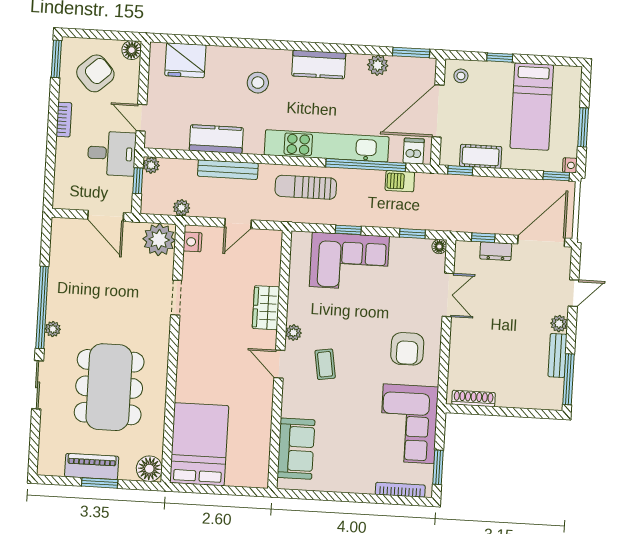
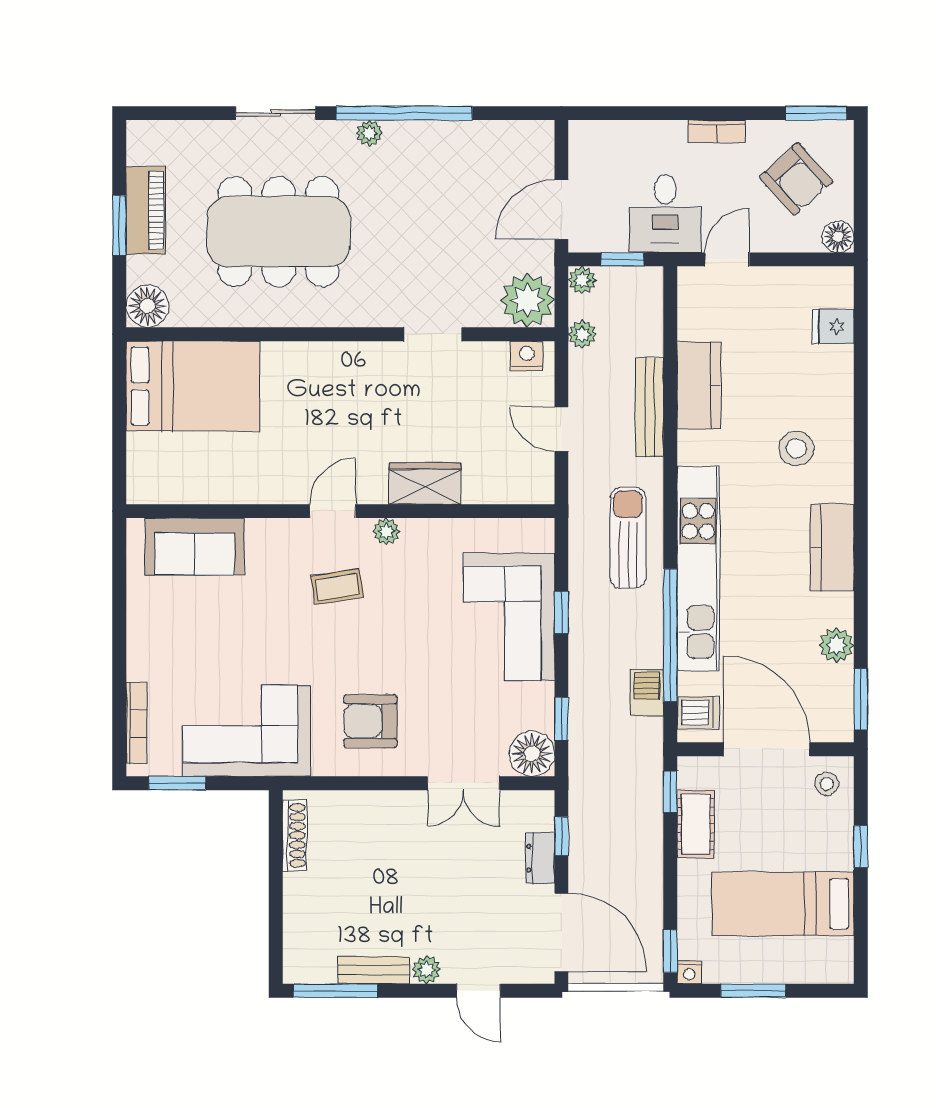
fridge: (185, 60) -> (833, 327), width x0.53, depth x0.75
plant: (151, 165) -> (582, 280), moved
floor lamp: (439, 247) -> (532, 754), width x1.89, depth x1.89

